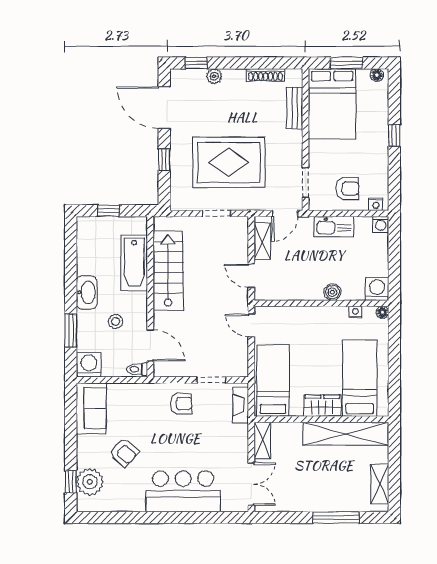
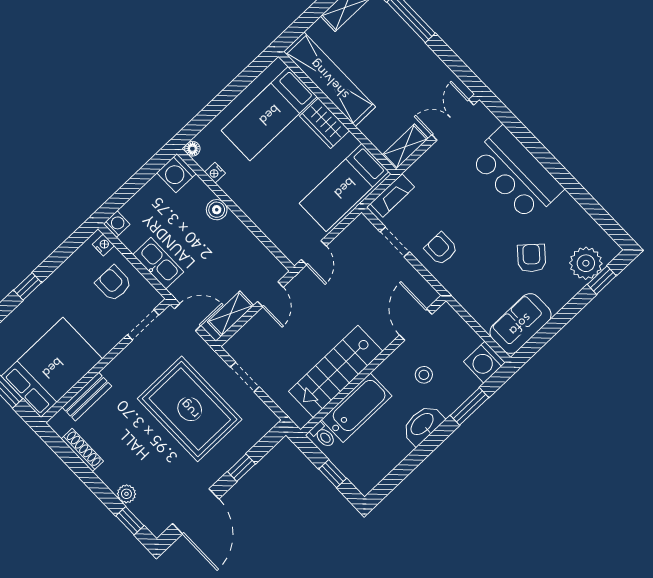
toilet: (137, 369) -> (323, 435), moved

